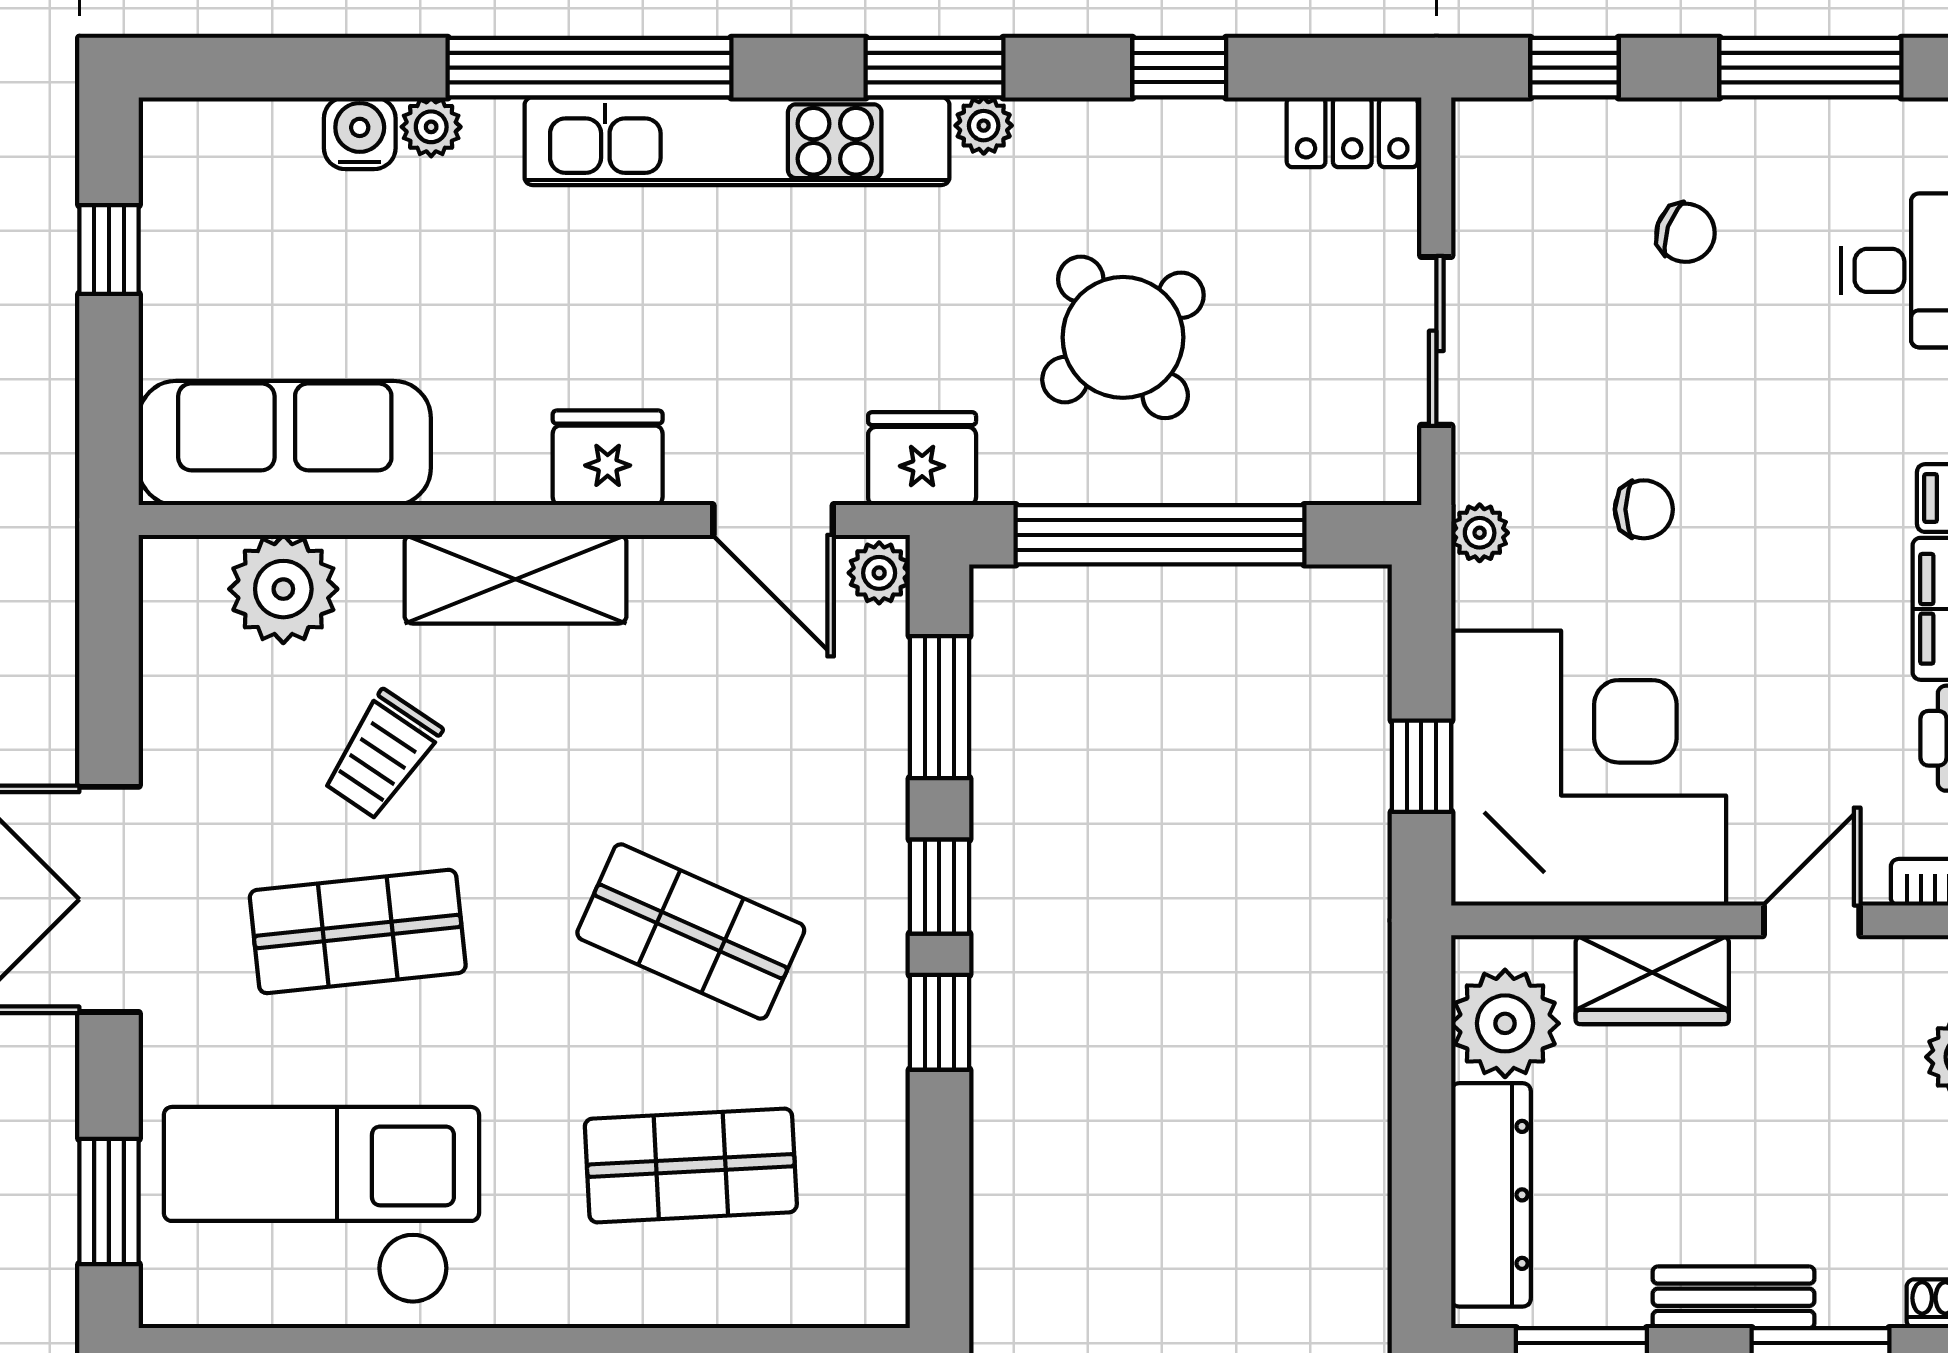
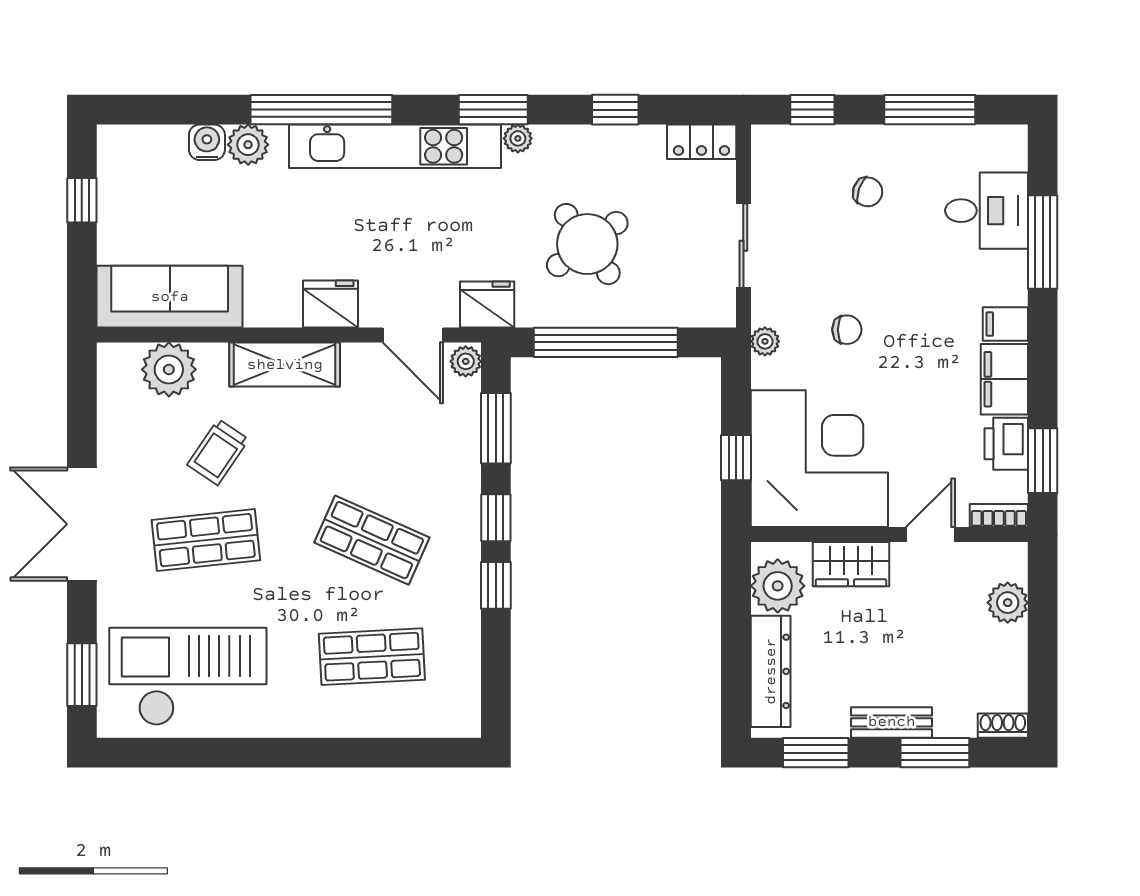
plant: (431, 127) -> (248, 145), width x1.38, depth x1.38

